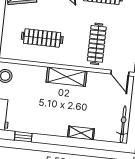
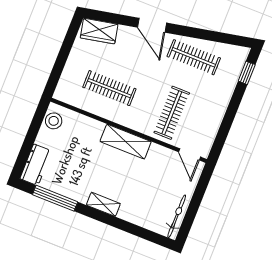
shelving: (81, 133) -> (103, 204), moved
window: (23, 137) -> (55, 198), width x2.17

